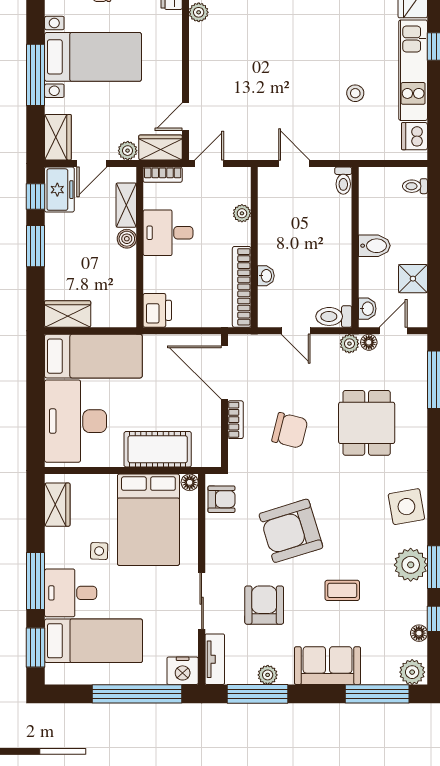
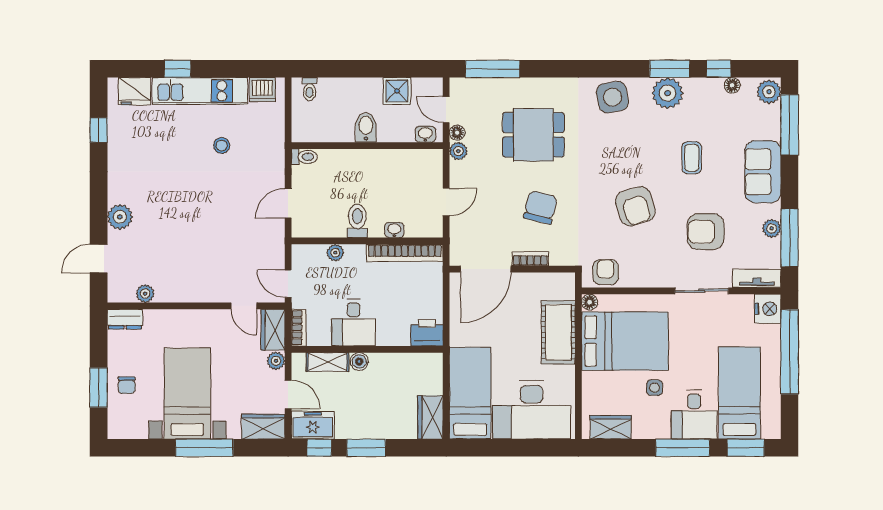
toilet: (334, 316) -> (357, 221), moved, turned 180
armchair: (291, 531) -> (635, 206), width x0.73, depth x0.73

